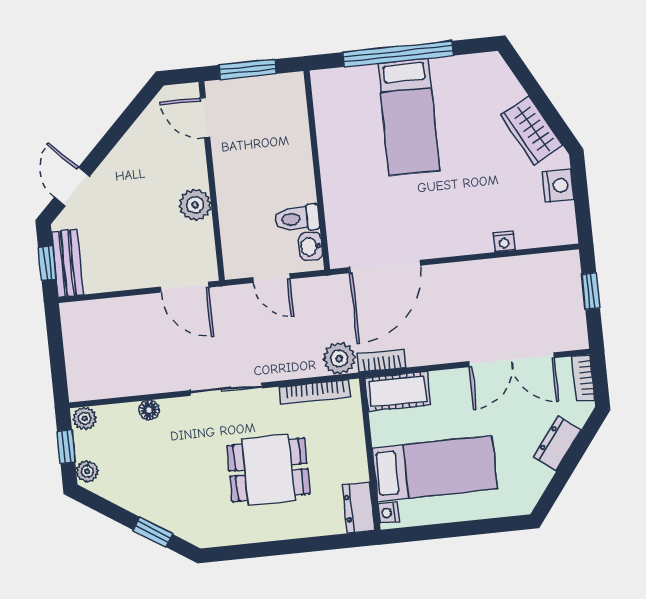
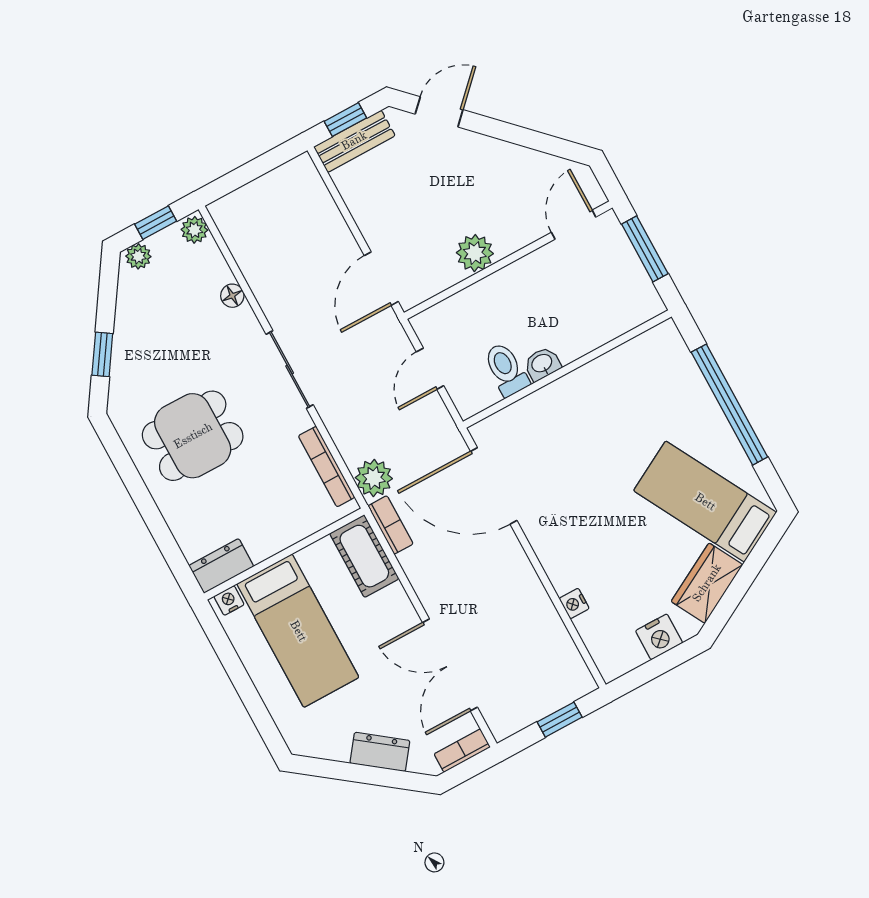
bed: (409, 117) -> (705, 502), moved, turned 61
washbasin: (310, 247) -> (542, 364), moved
dining table: (268, 470) -> (193, 436), moved, turned 90

